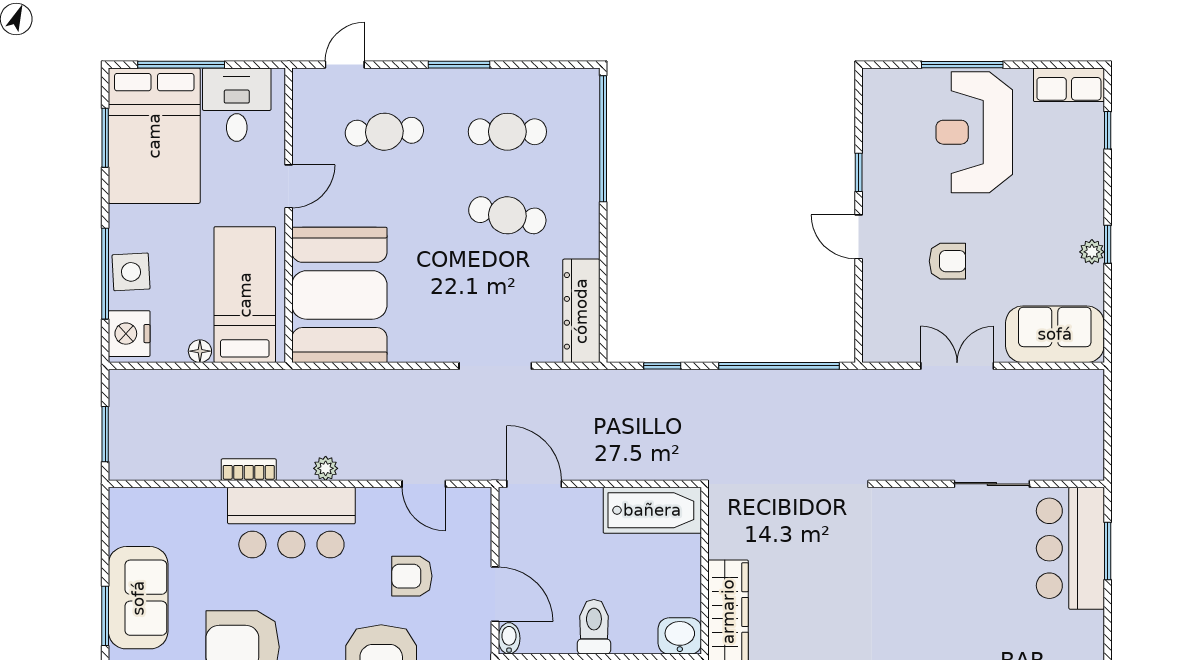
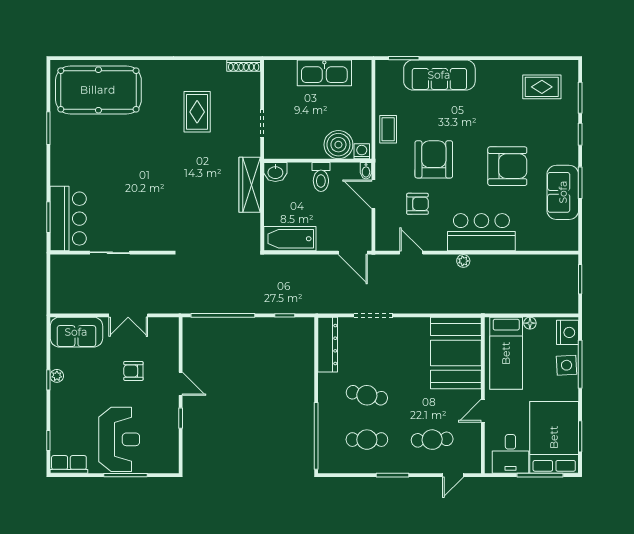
bookcase: (249, 470) -> (504, 260), removed

